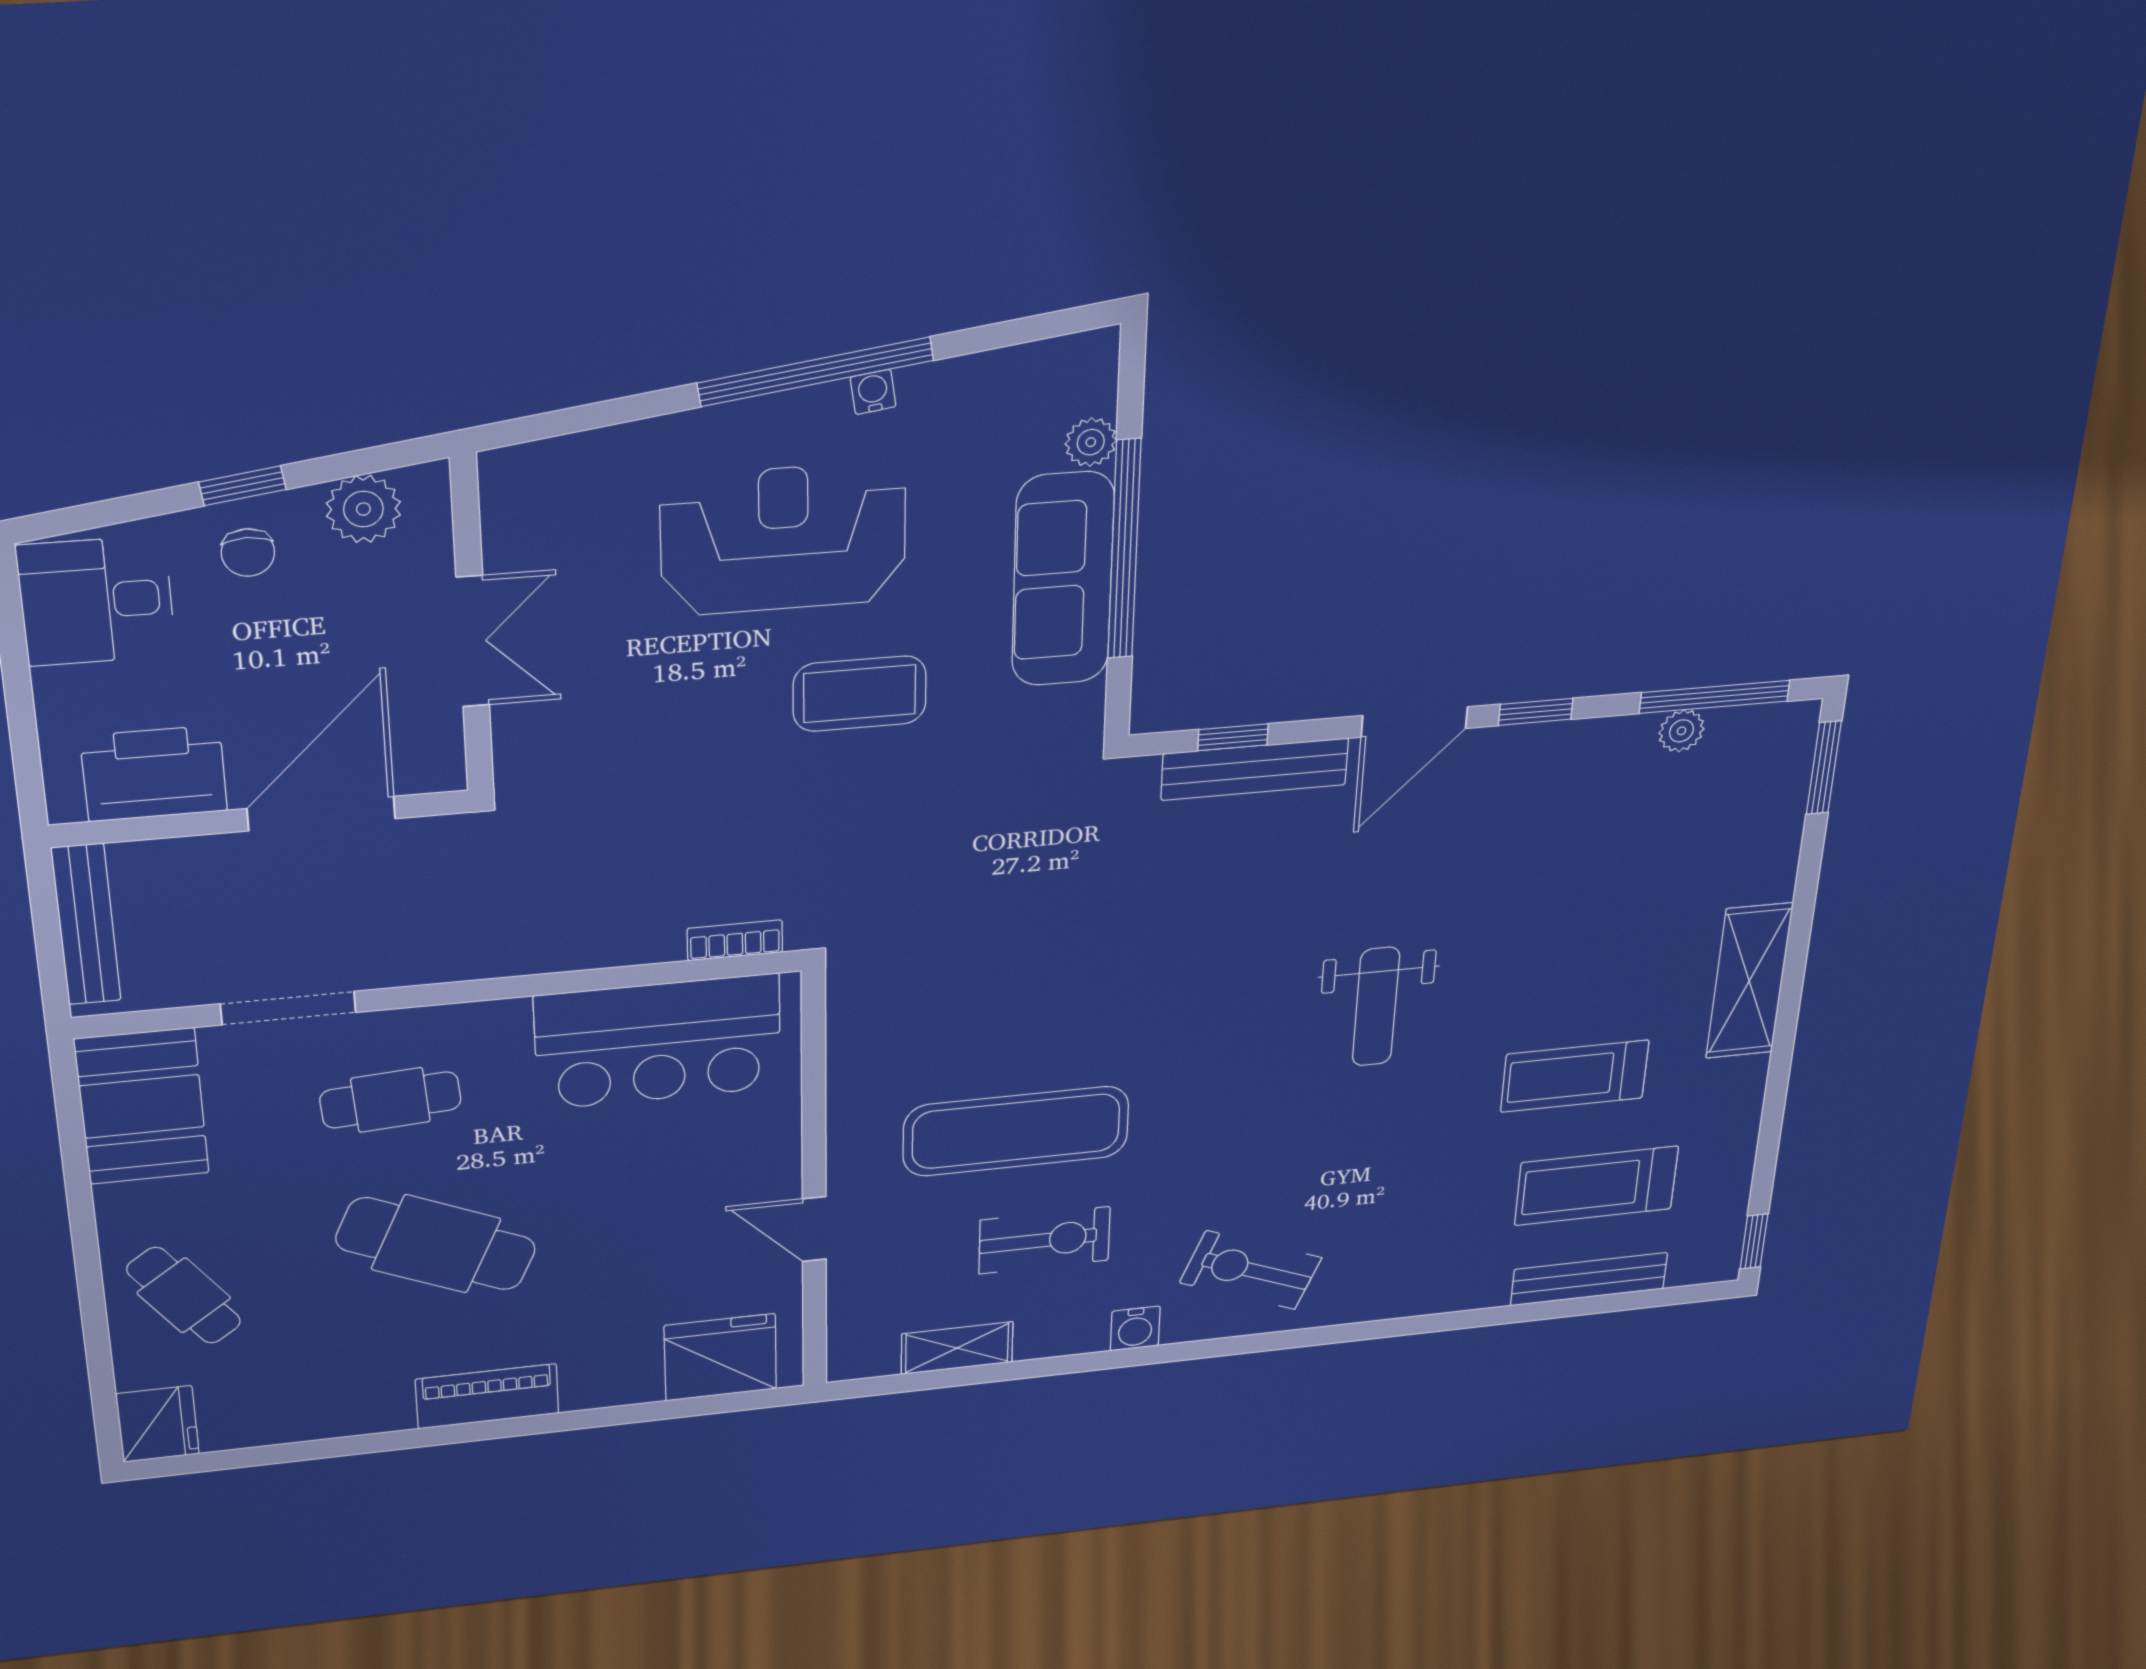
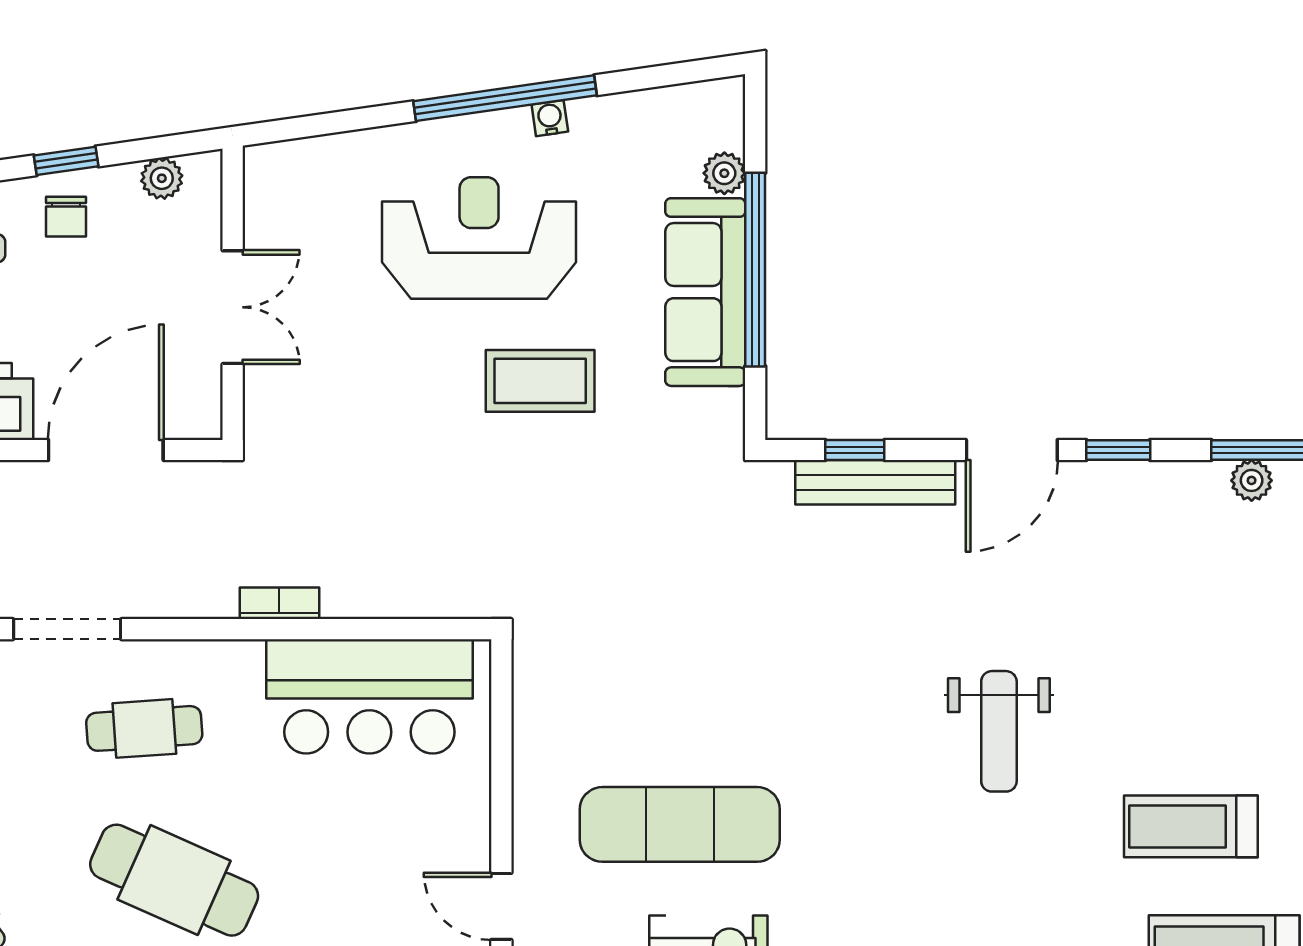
plant: (363, 509) -> (162, 178), width x0.73, depth x0.73
bookcase: (735, 940) -> (279, 603), moved

